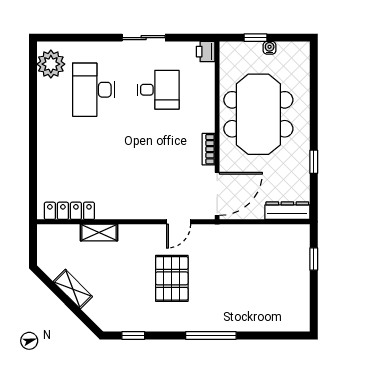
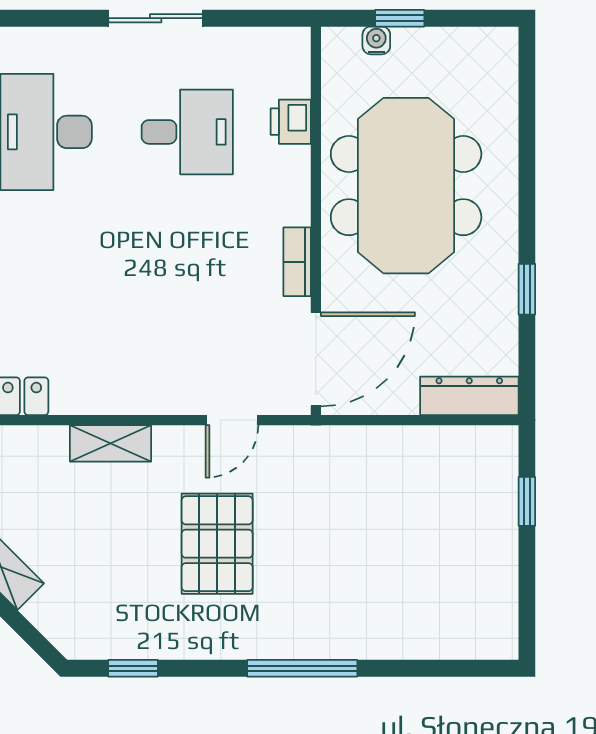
water cooler: (270, 48) -> (376, 40), moved
printer: (206, 52) -> (291, 122), moved
shelving: (99, 232) -> (111, 443), moved

